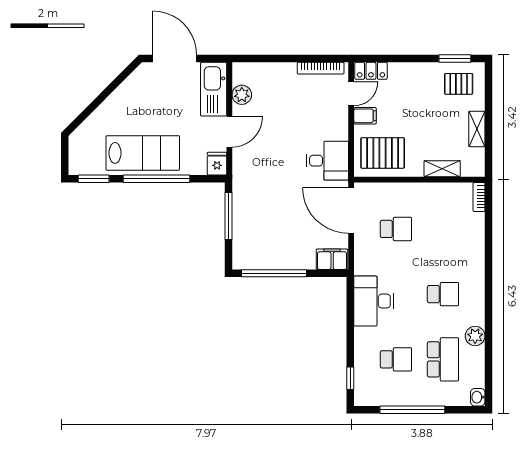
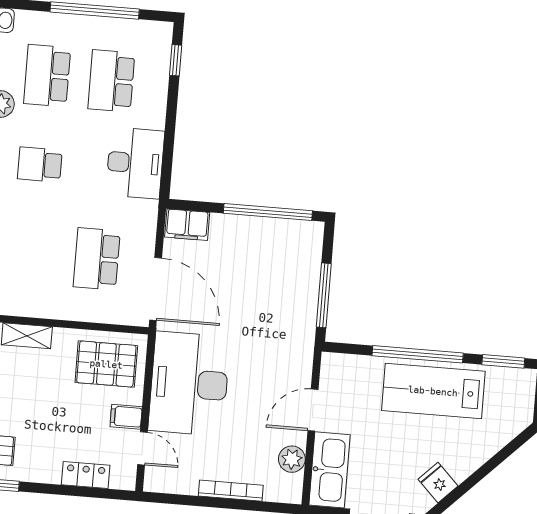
bookcase: (321, 68) -> (231, 491), moved
locker: (371, 71) -> (86, 475), moved
door: (351, 94) -> (142, 448), swing flipped
desk: (327, 161) -> (189, 384), width x1.87, depth x1.30
fridge: (217, 164) -> (438, 483), moved, turned 135
school desk: (396, 229) -> (97, 259), width x1.85
school desk: (396, 359) -> (111, 81), width x1.85

